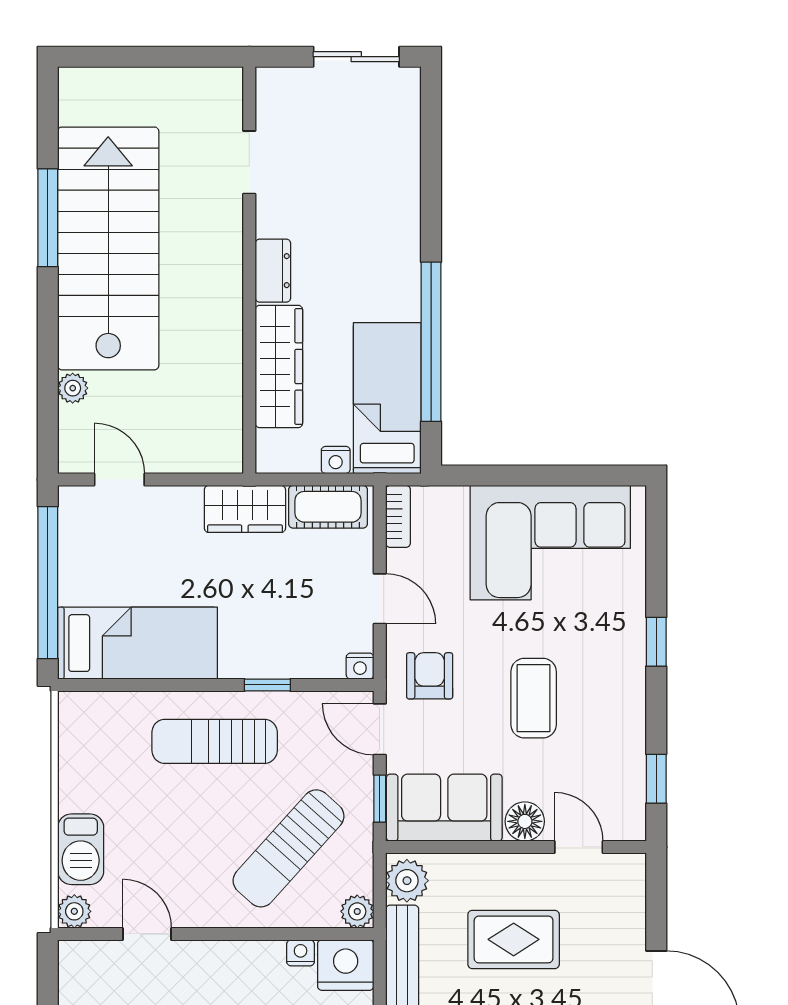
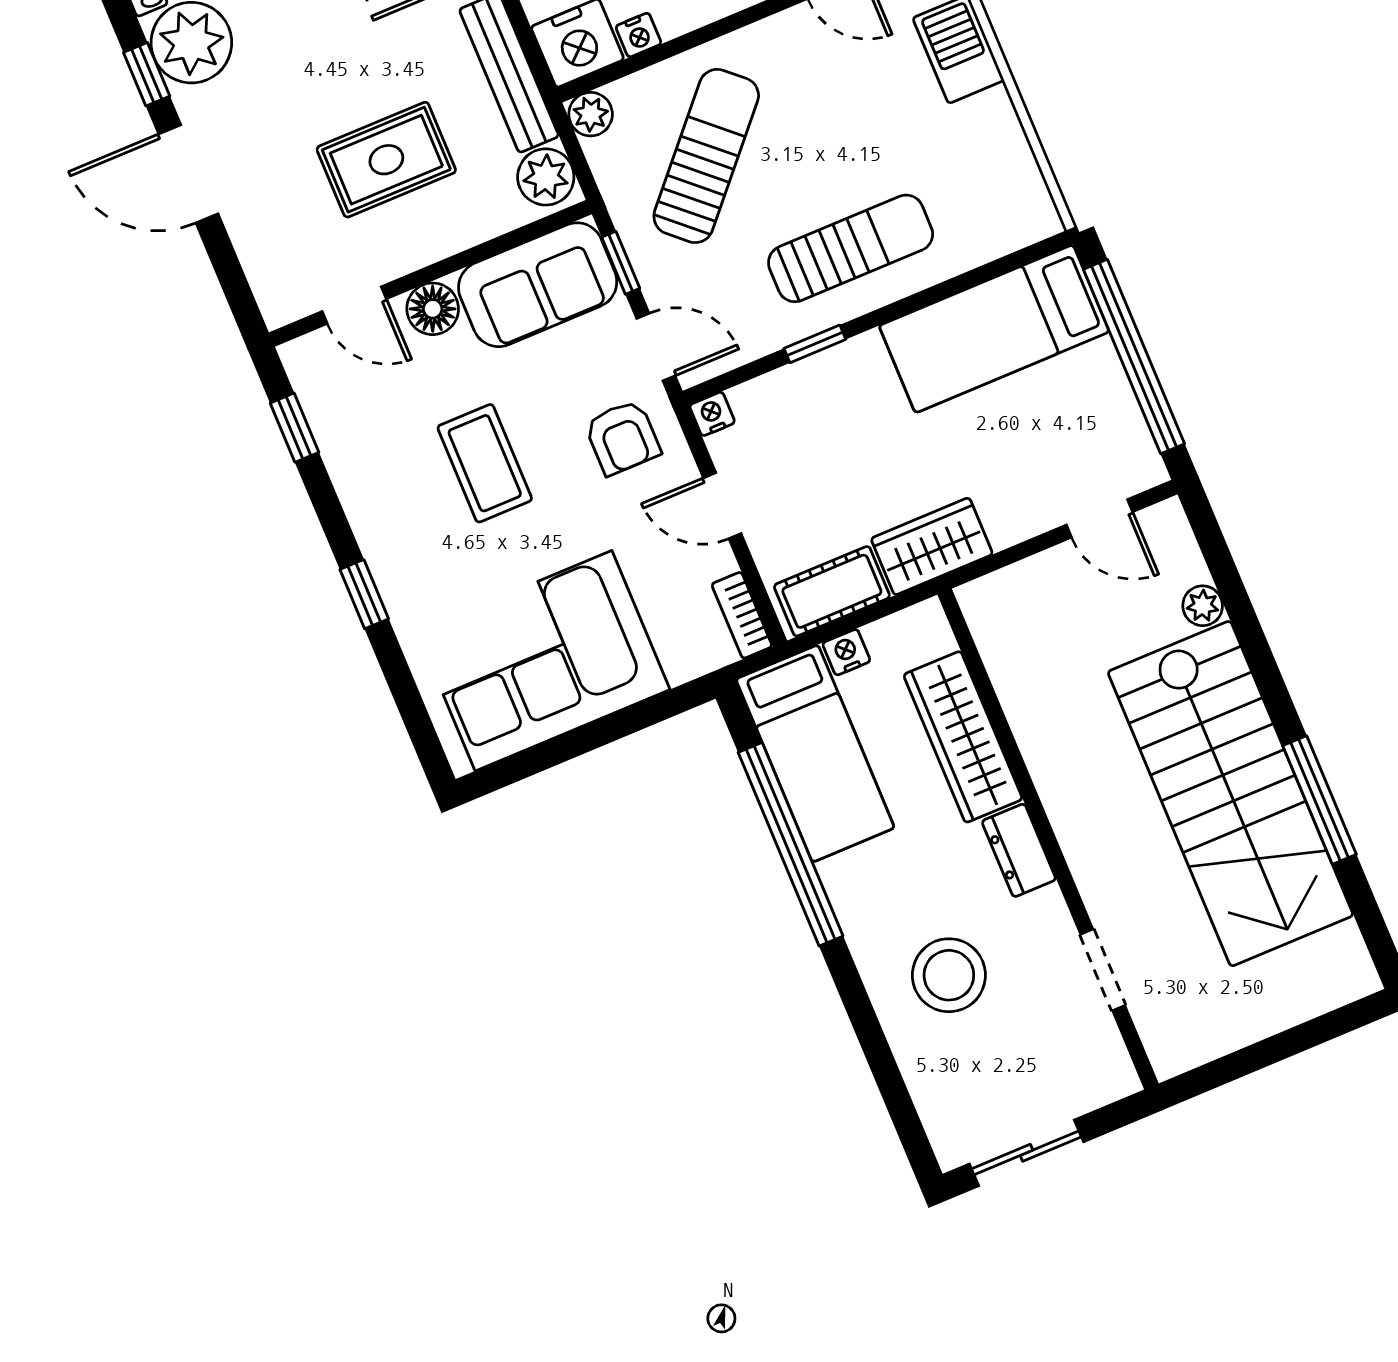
stool: (359, 204) -> (949, 975), added

